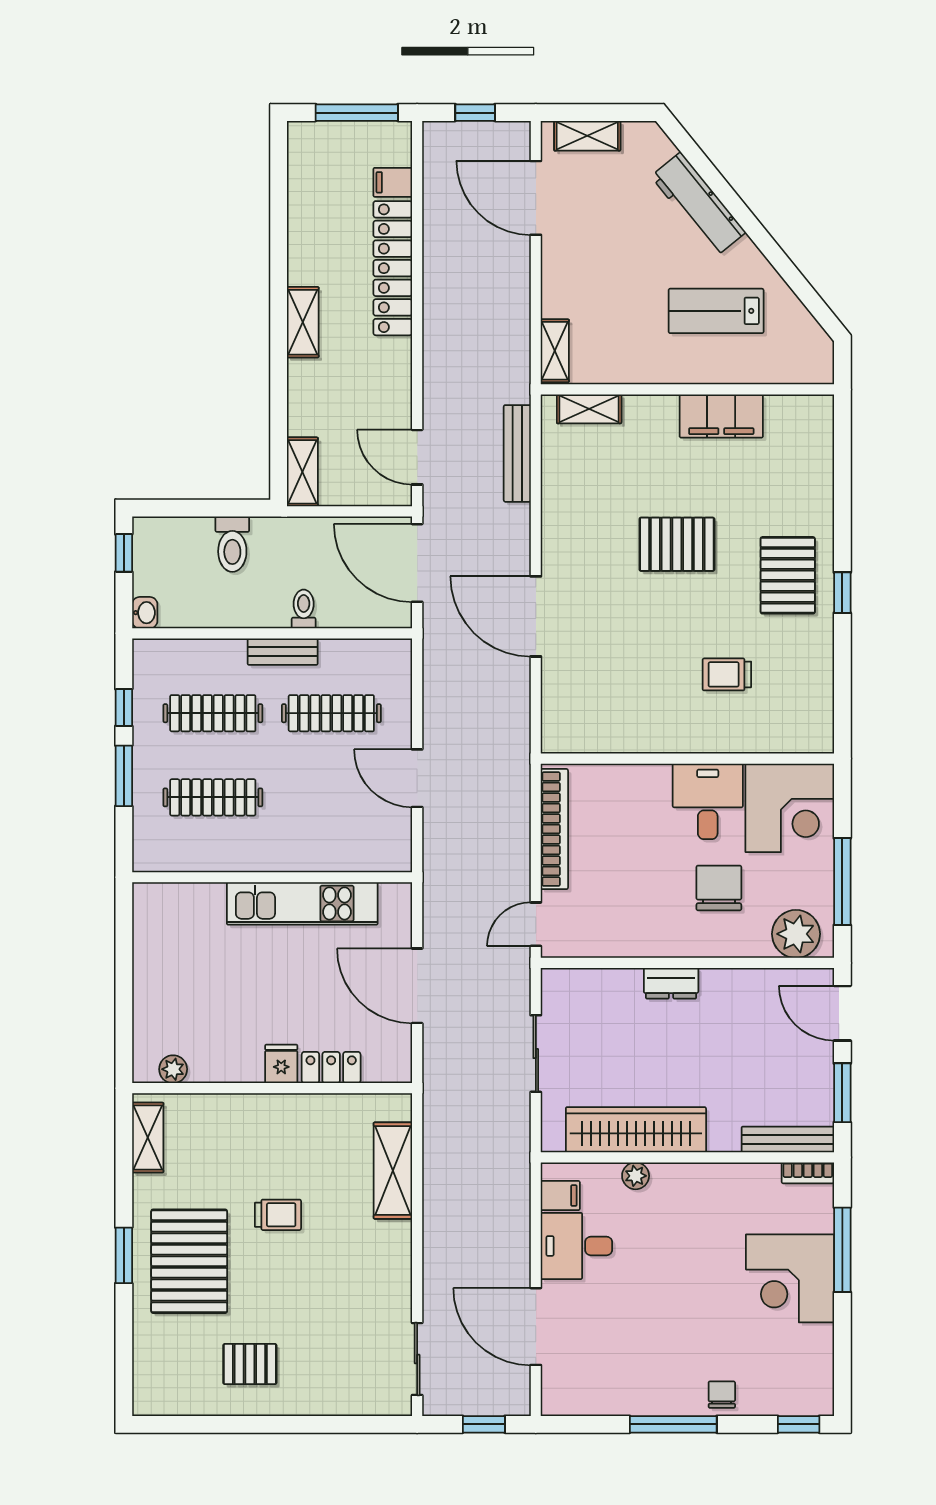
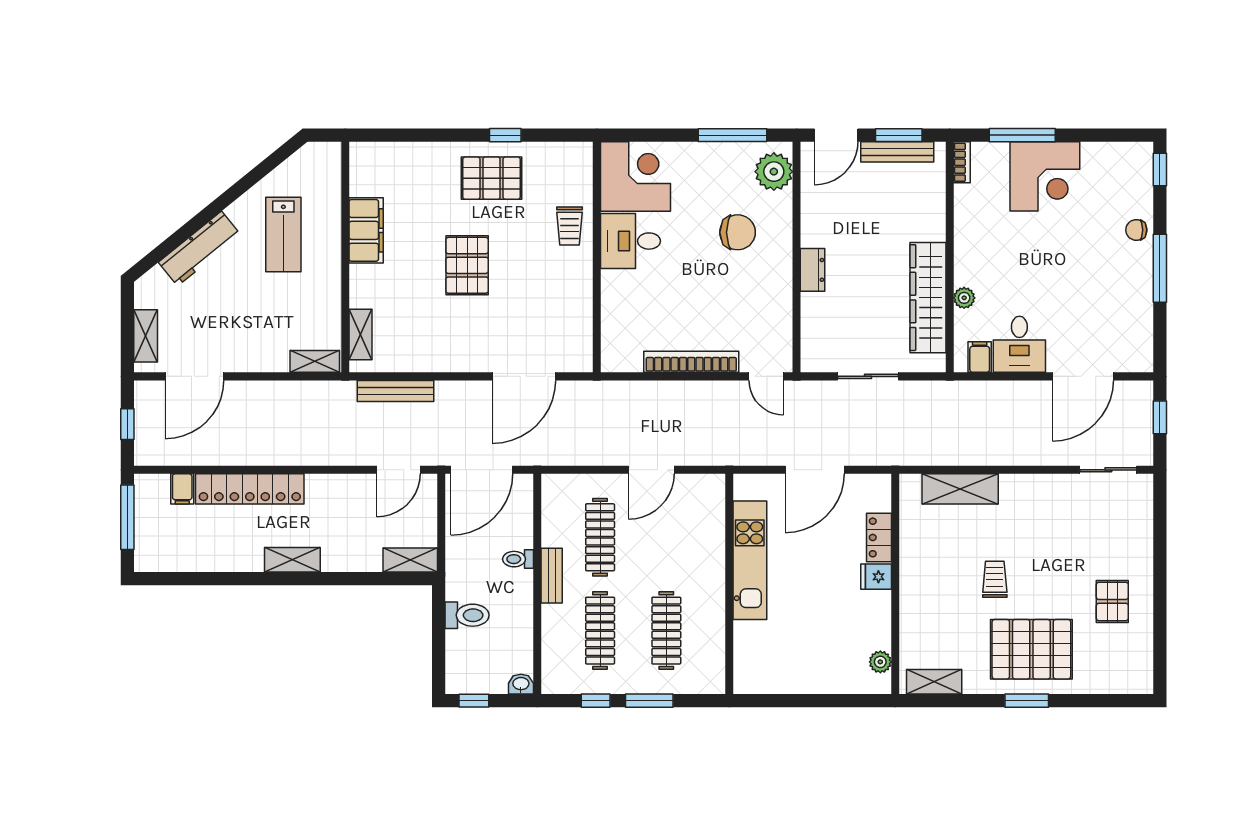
wall: (687, 759) -> (597, 257), moved
desk: (708, 801) -> (631, 241), moved
corner desk: (790, 808) -> (636, 176), moved
chair: (719, 888) -> (738, 232), turned 180
bench: (788, 1139) -> (897, 152), moved, turned 90

